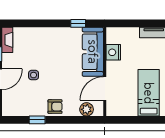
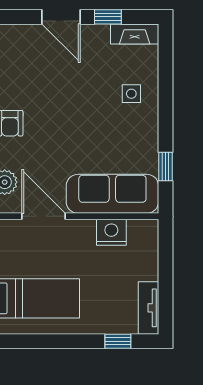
side table: (34, 75) -> (131, 94), moved

